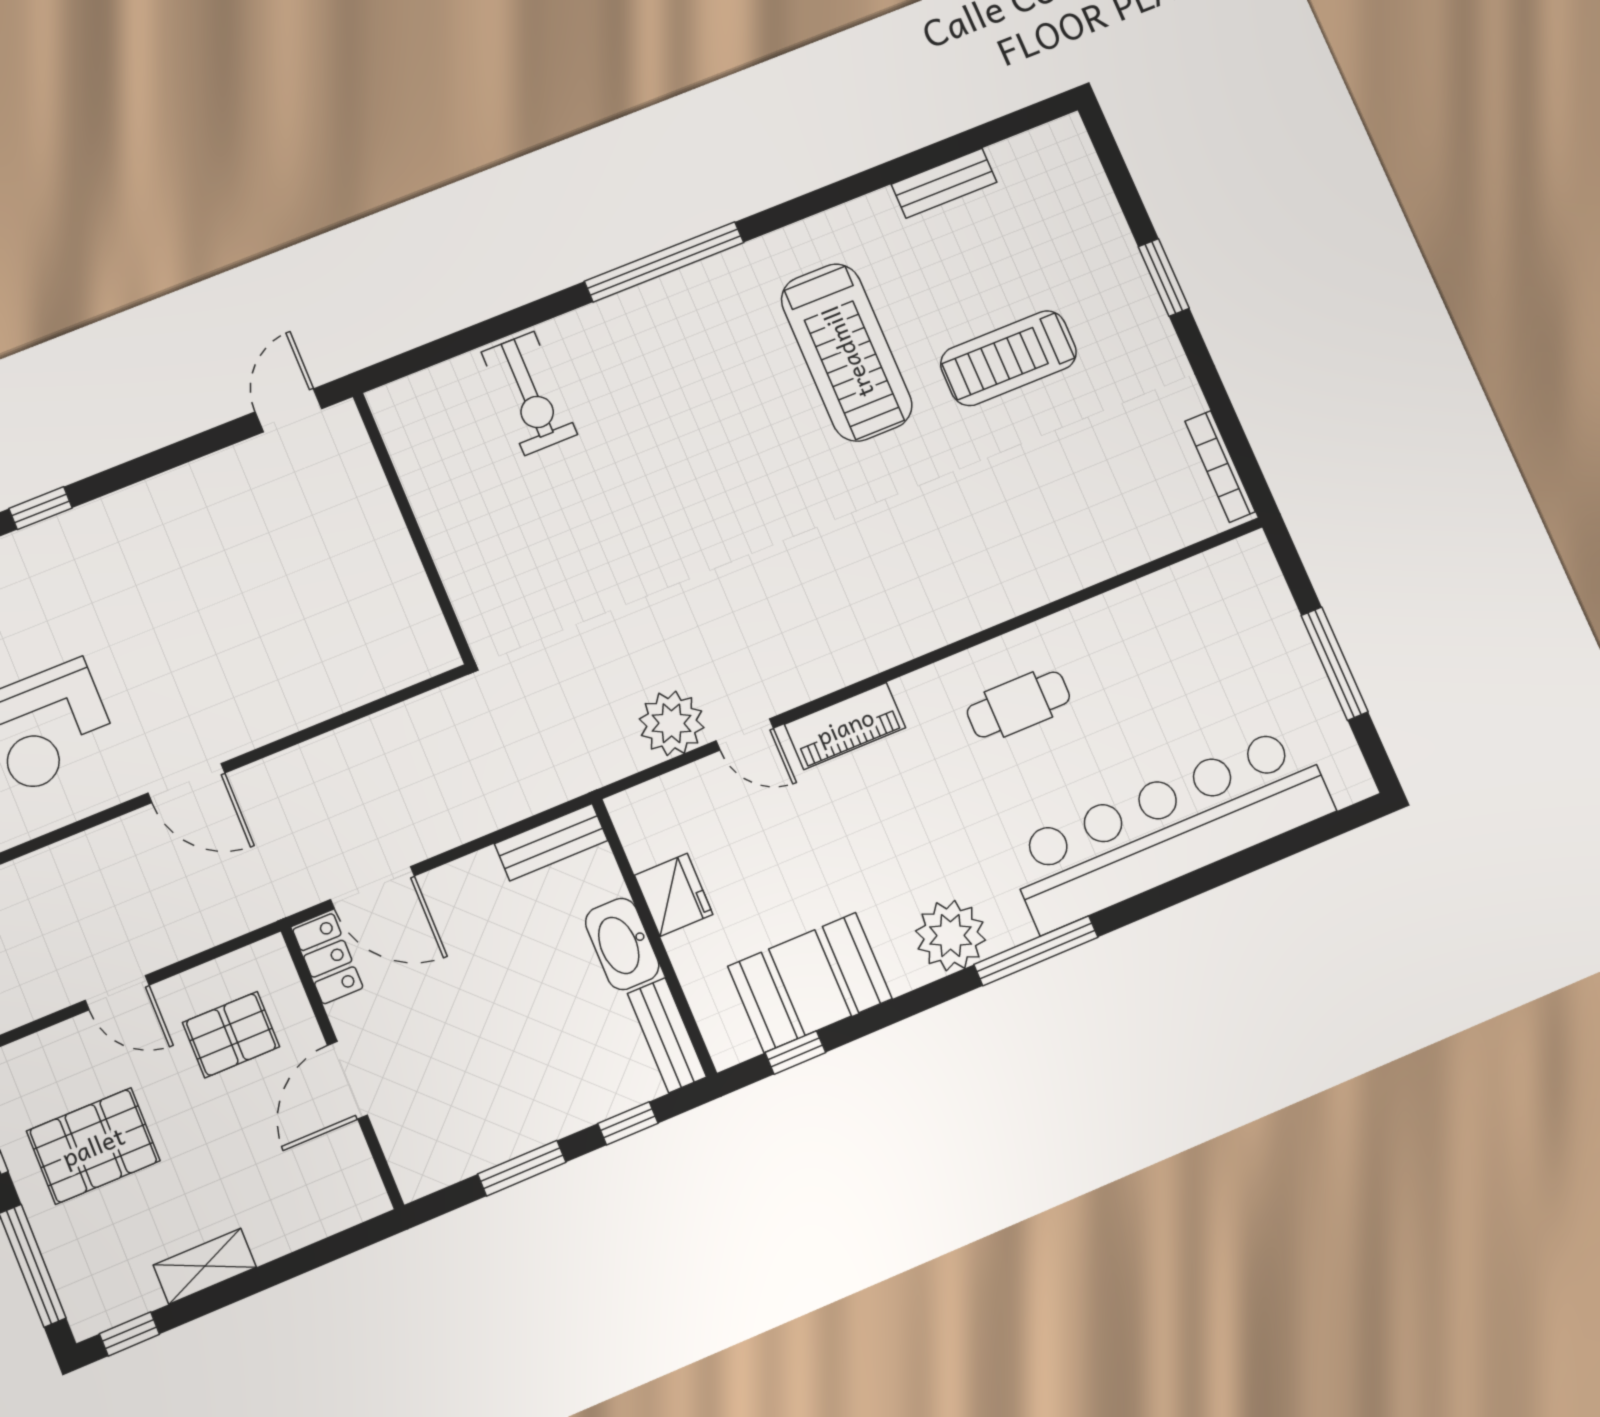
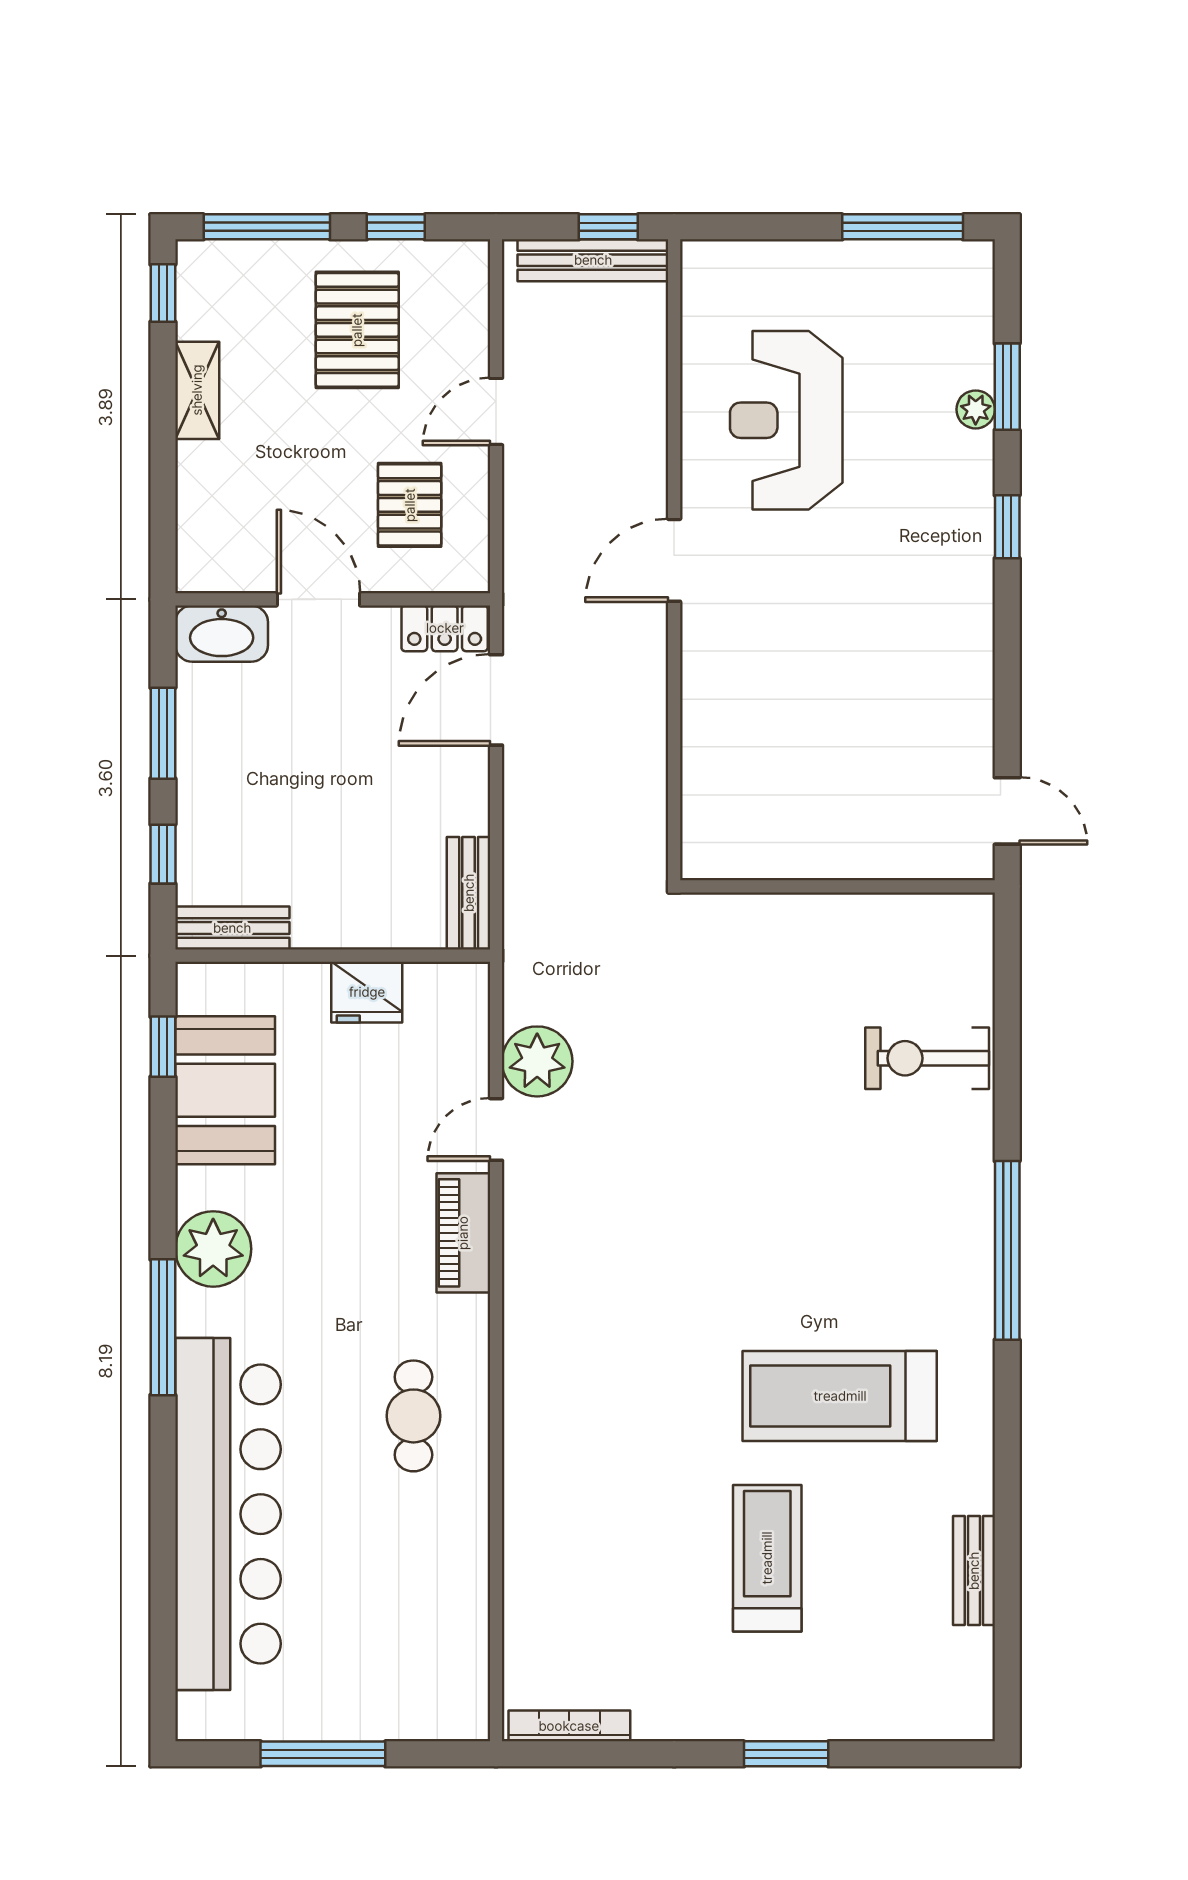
washbasin: (622, 944) -> (222, 634), moved, turned 180

